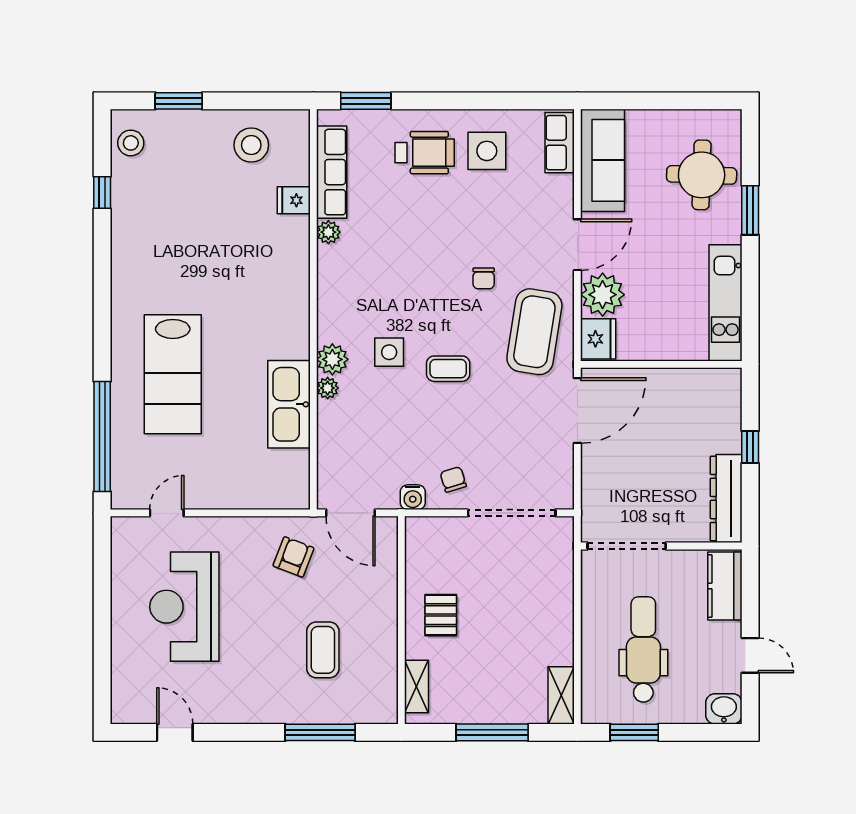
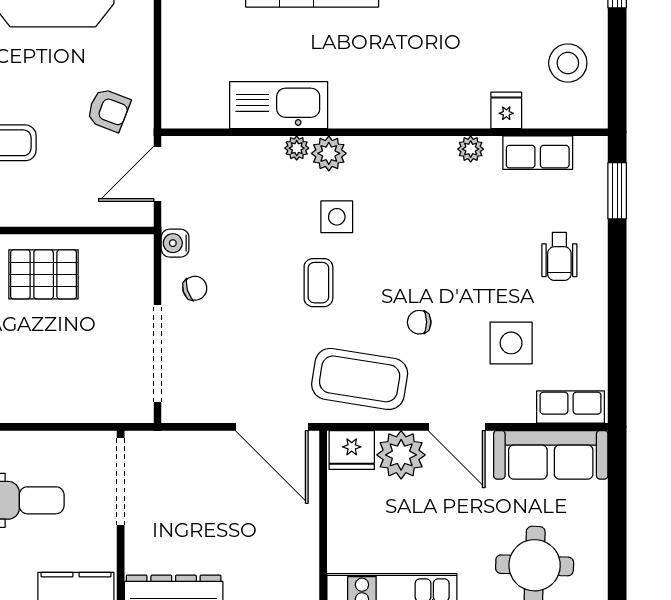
side table: (487, 151) -> (511, 343), moved
wheelchair: (425, 153) -> (559, 256), width x0.73, depth x0.73
row of seats: (332, 172) -> (538, 153), width x0.68
pallet: (441, 615) -> (44, 274), width x1.50, depth x1.42

